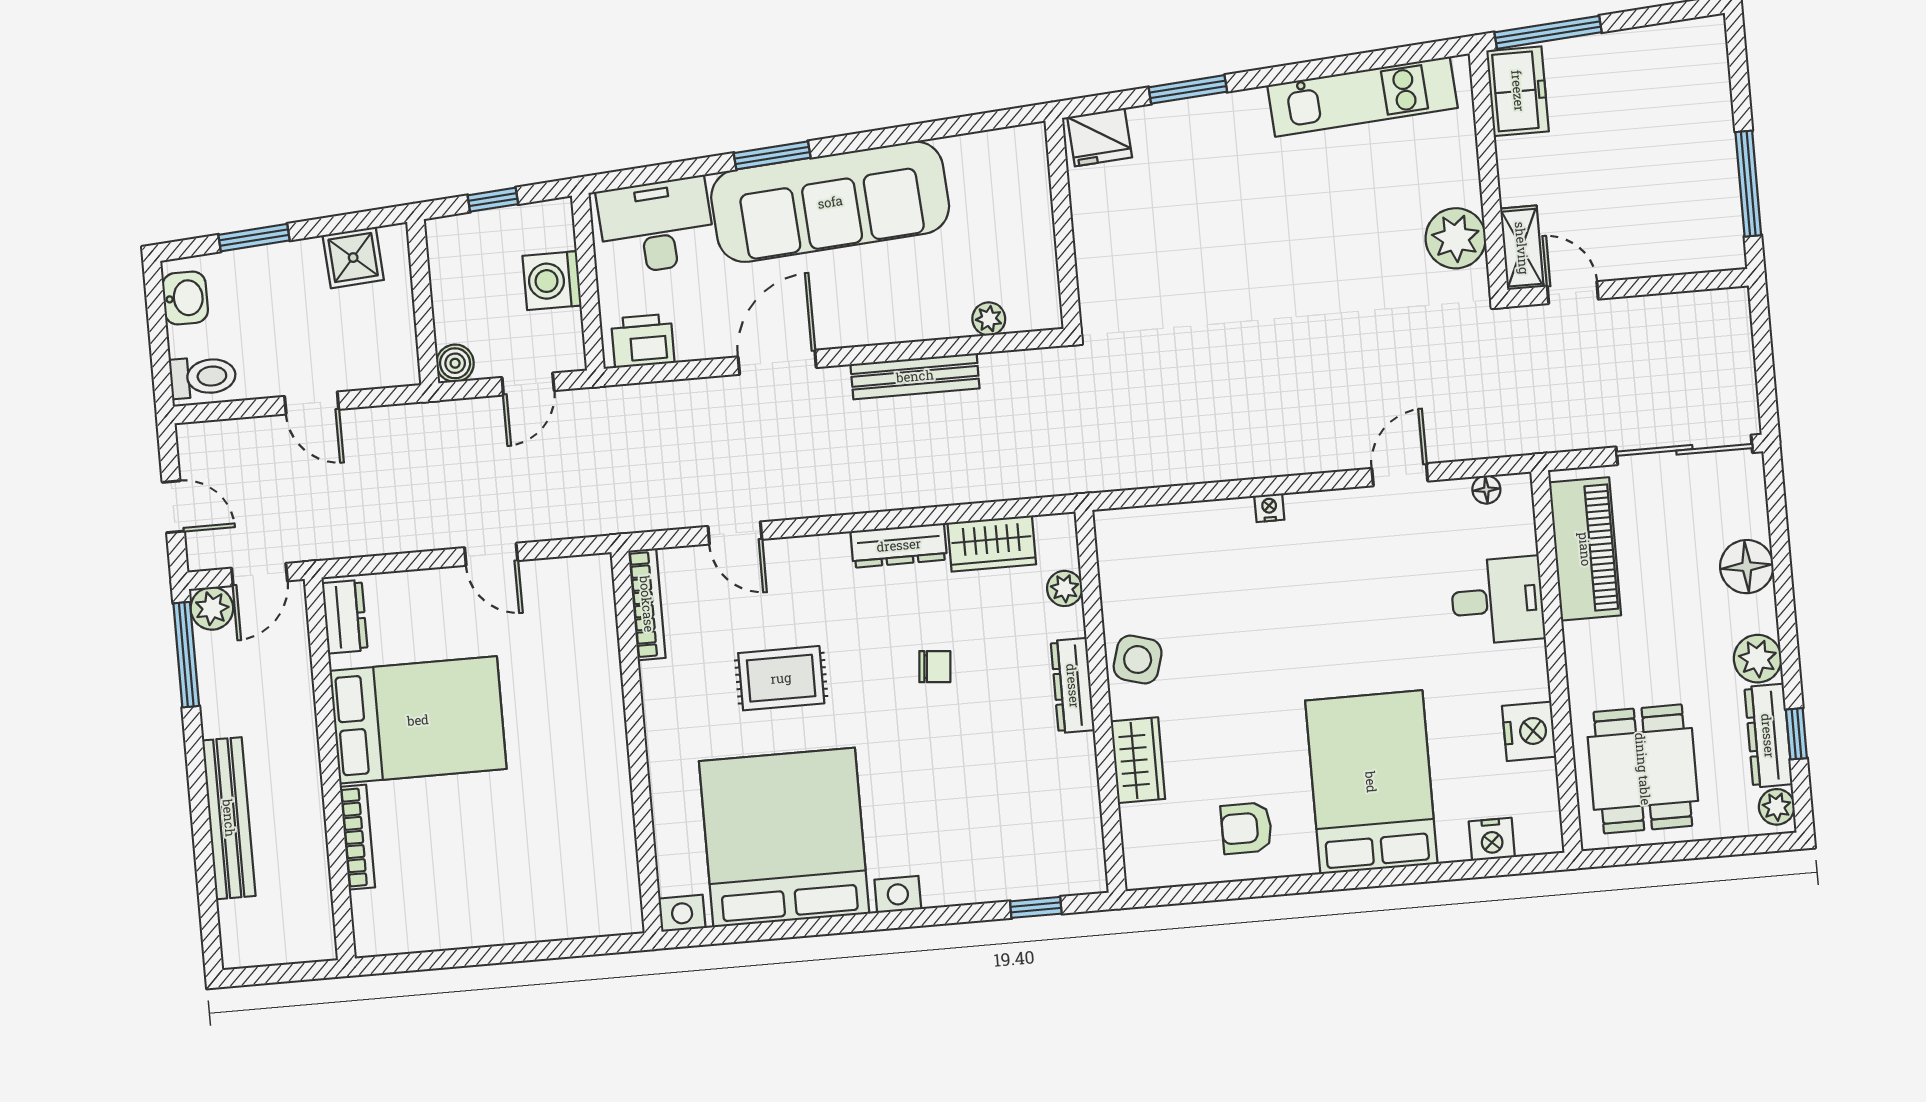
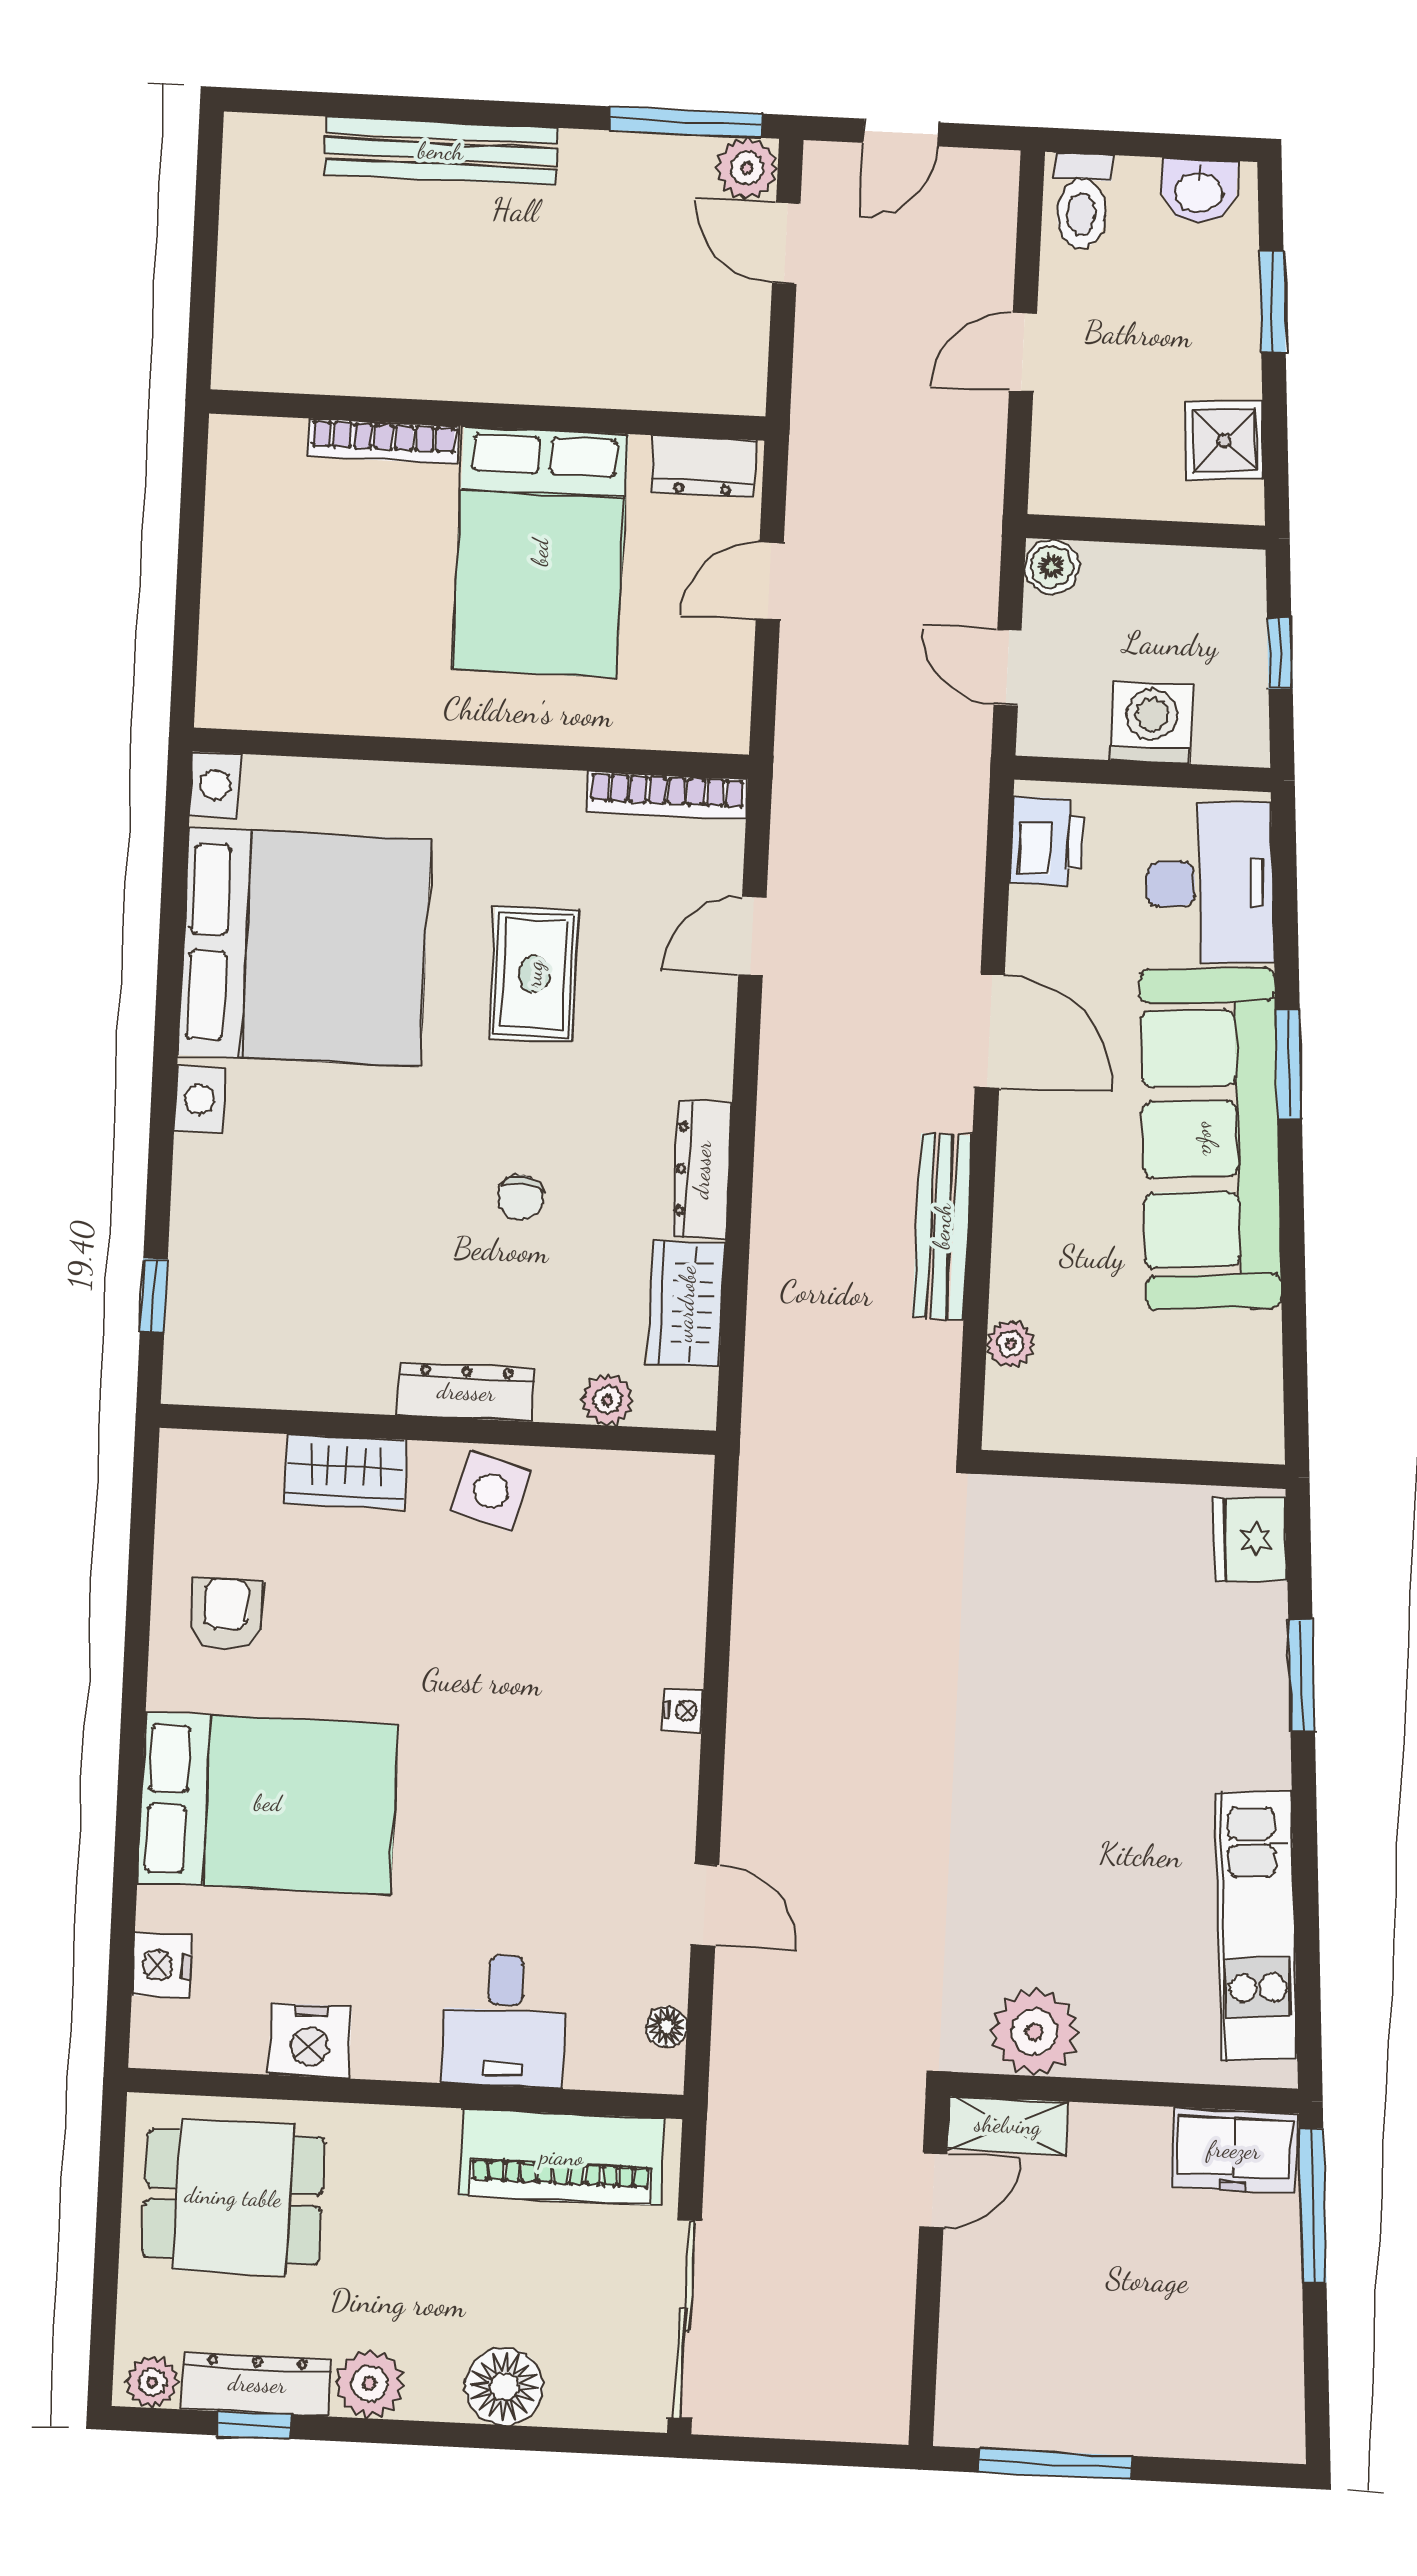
dresser: (345, 617) -> (703, 467), moved
bed: (418, 720) -> (540, 552), moved
wall: (330, 769) -> (487, 415), moved
bookcase: (357, 837) -> (383, 441), moved

